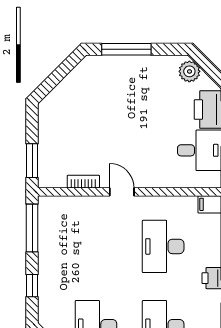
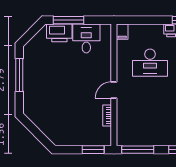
window: (126, 49) -> (19, 75), moved
plant: (189, 71) -> (34, 45), removed

